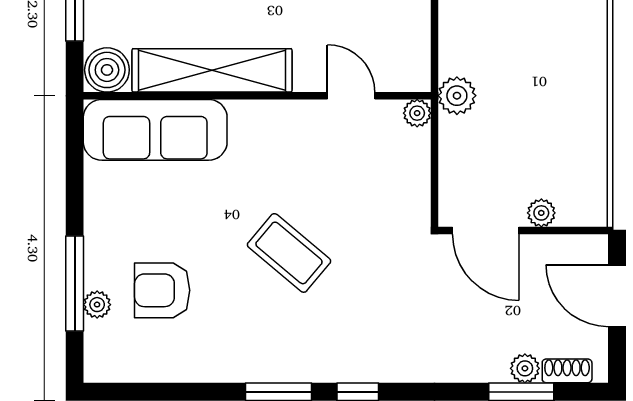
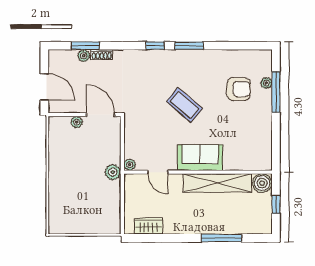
sofa: (155, 130) -> (200, 158), moved, width x0.73
shoe rack: (567, 371) -> (102, 55), moved

